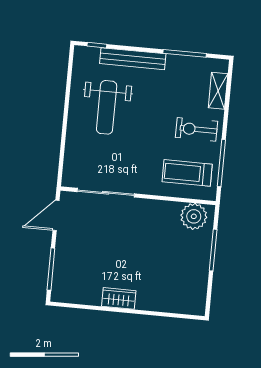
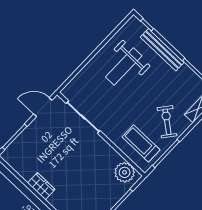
exercise bike: (196, 129) -> (167, 122), turned 38

